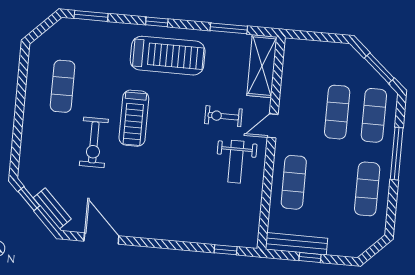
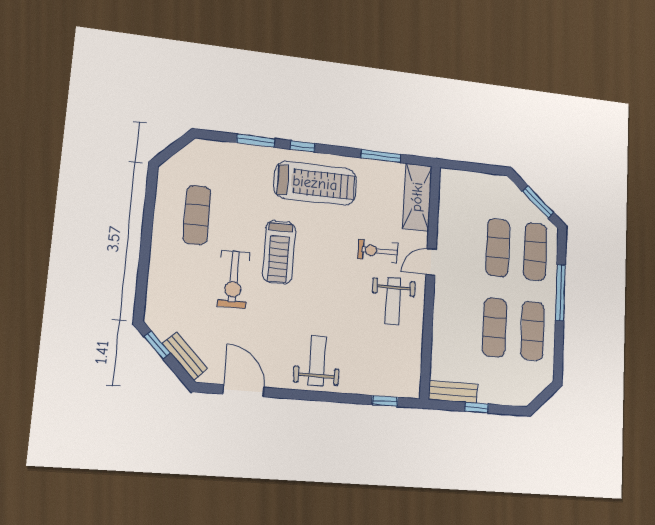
window: (91, 16) -> (256, 141), moved
exercise mat: (294, 182) -> (495, 327), moved
weight bench: (166, 214) -> (317, 361), added
bench: (296, 244) -> (453, 392), width x0.73

